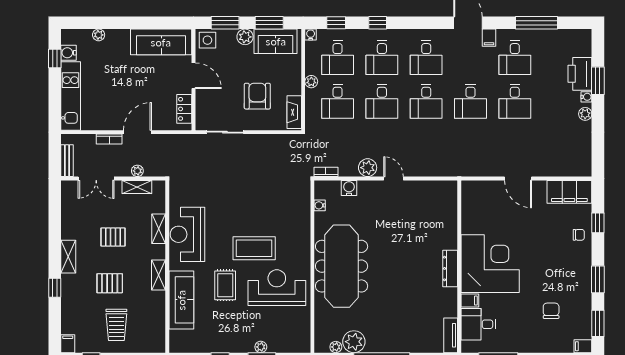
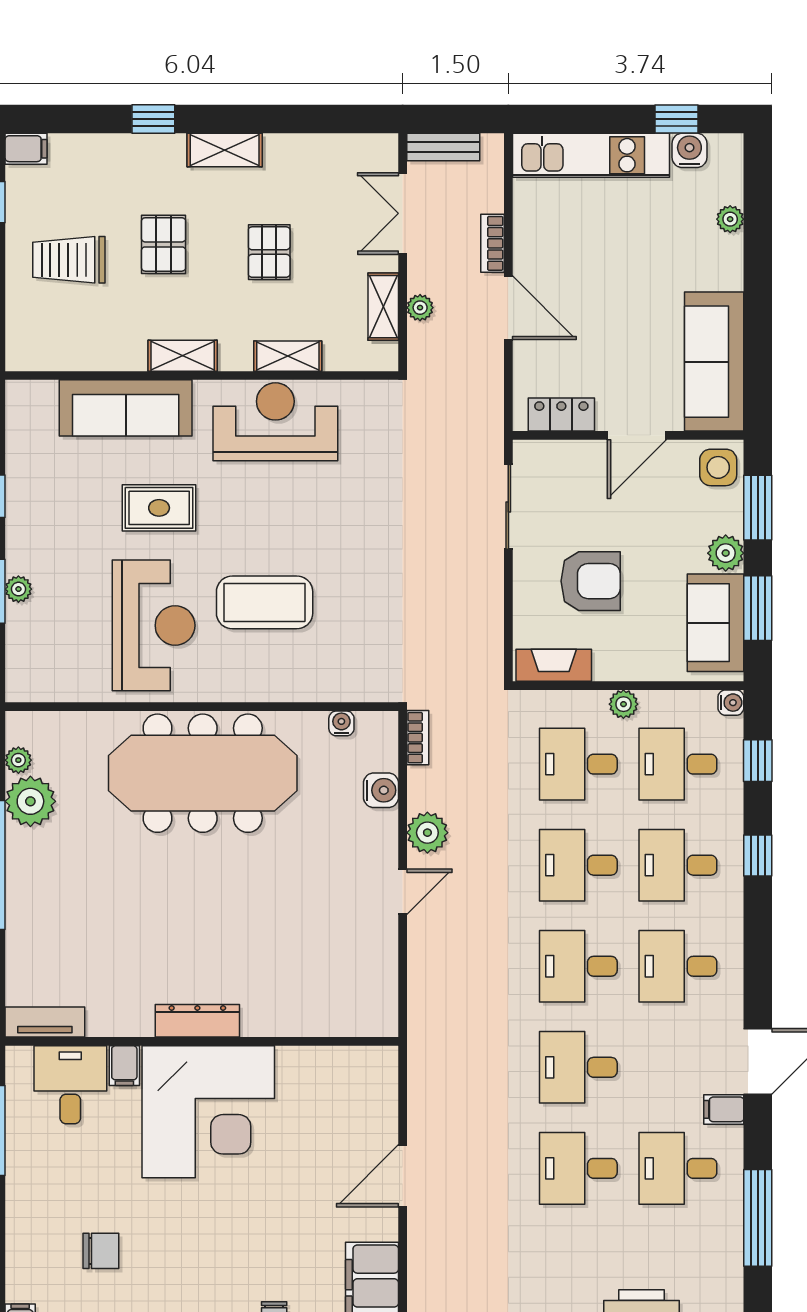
coffee table: (254, 248) -> (265, 602), moved, turned 90

